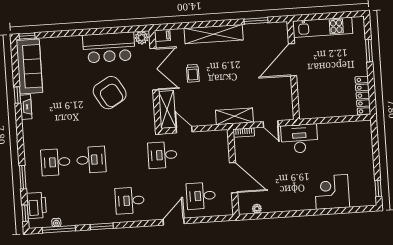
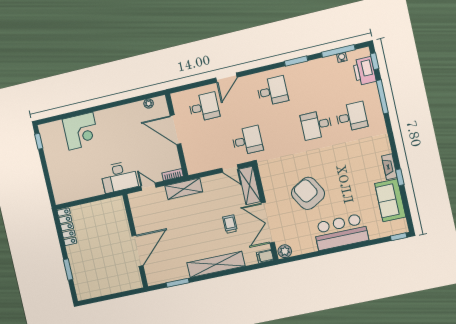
kitchen unit: (323, 27) -> (114, 285), removed
bar counter: (109, 47) -> (341, 232), moved
sofa: (29, 66) -> (390, 200), width x0.73
window: (23, 177) -> (382, 97), width x1.44

